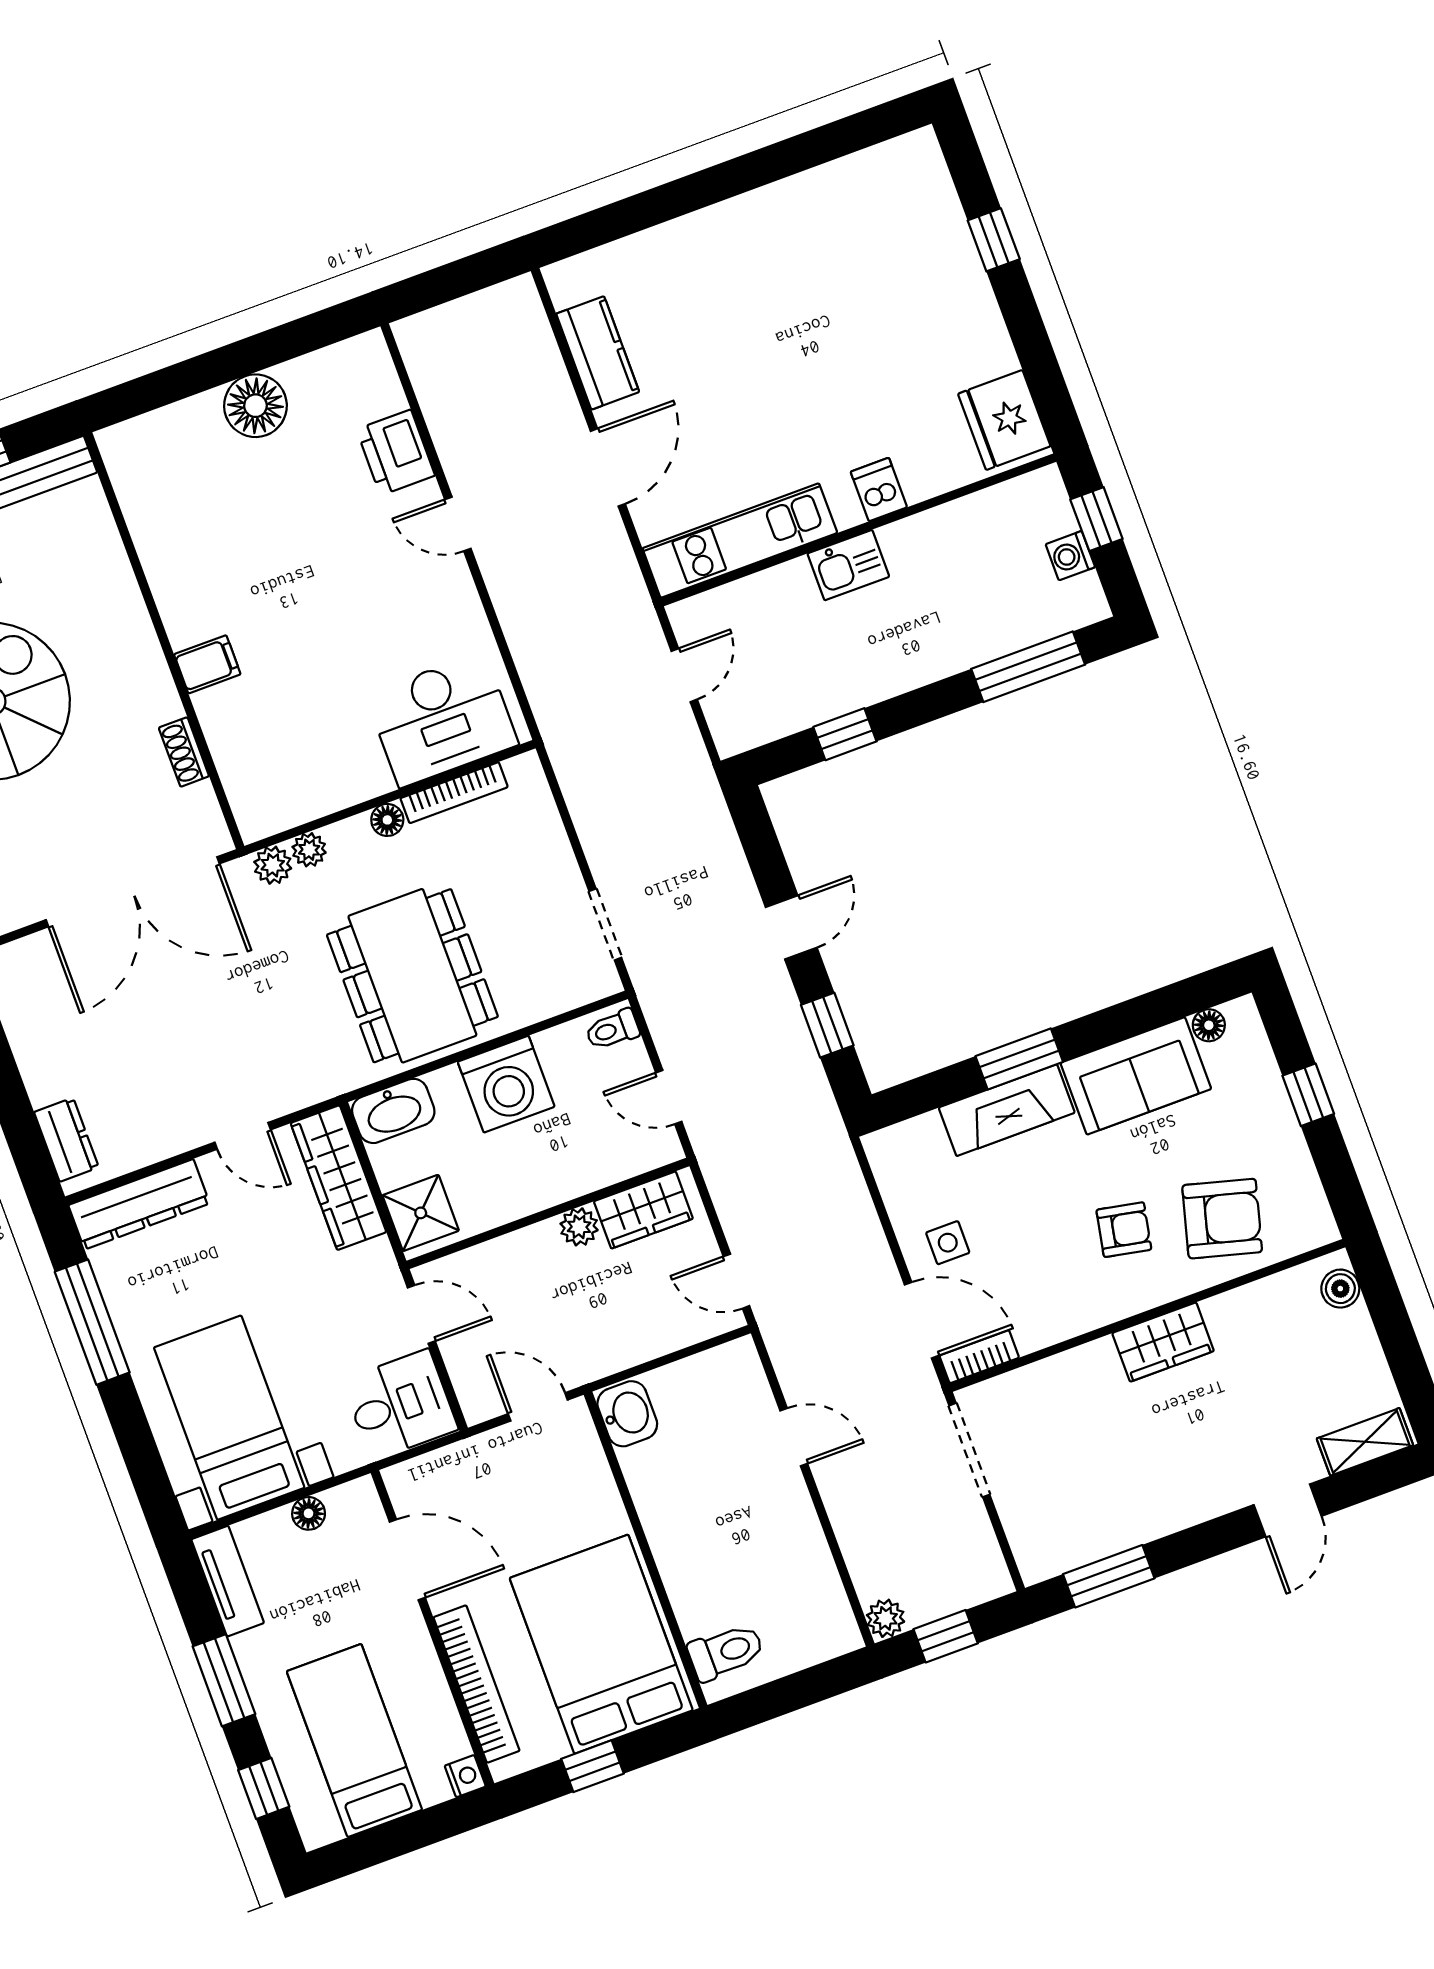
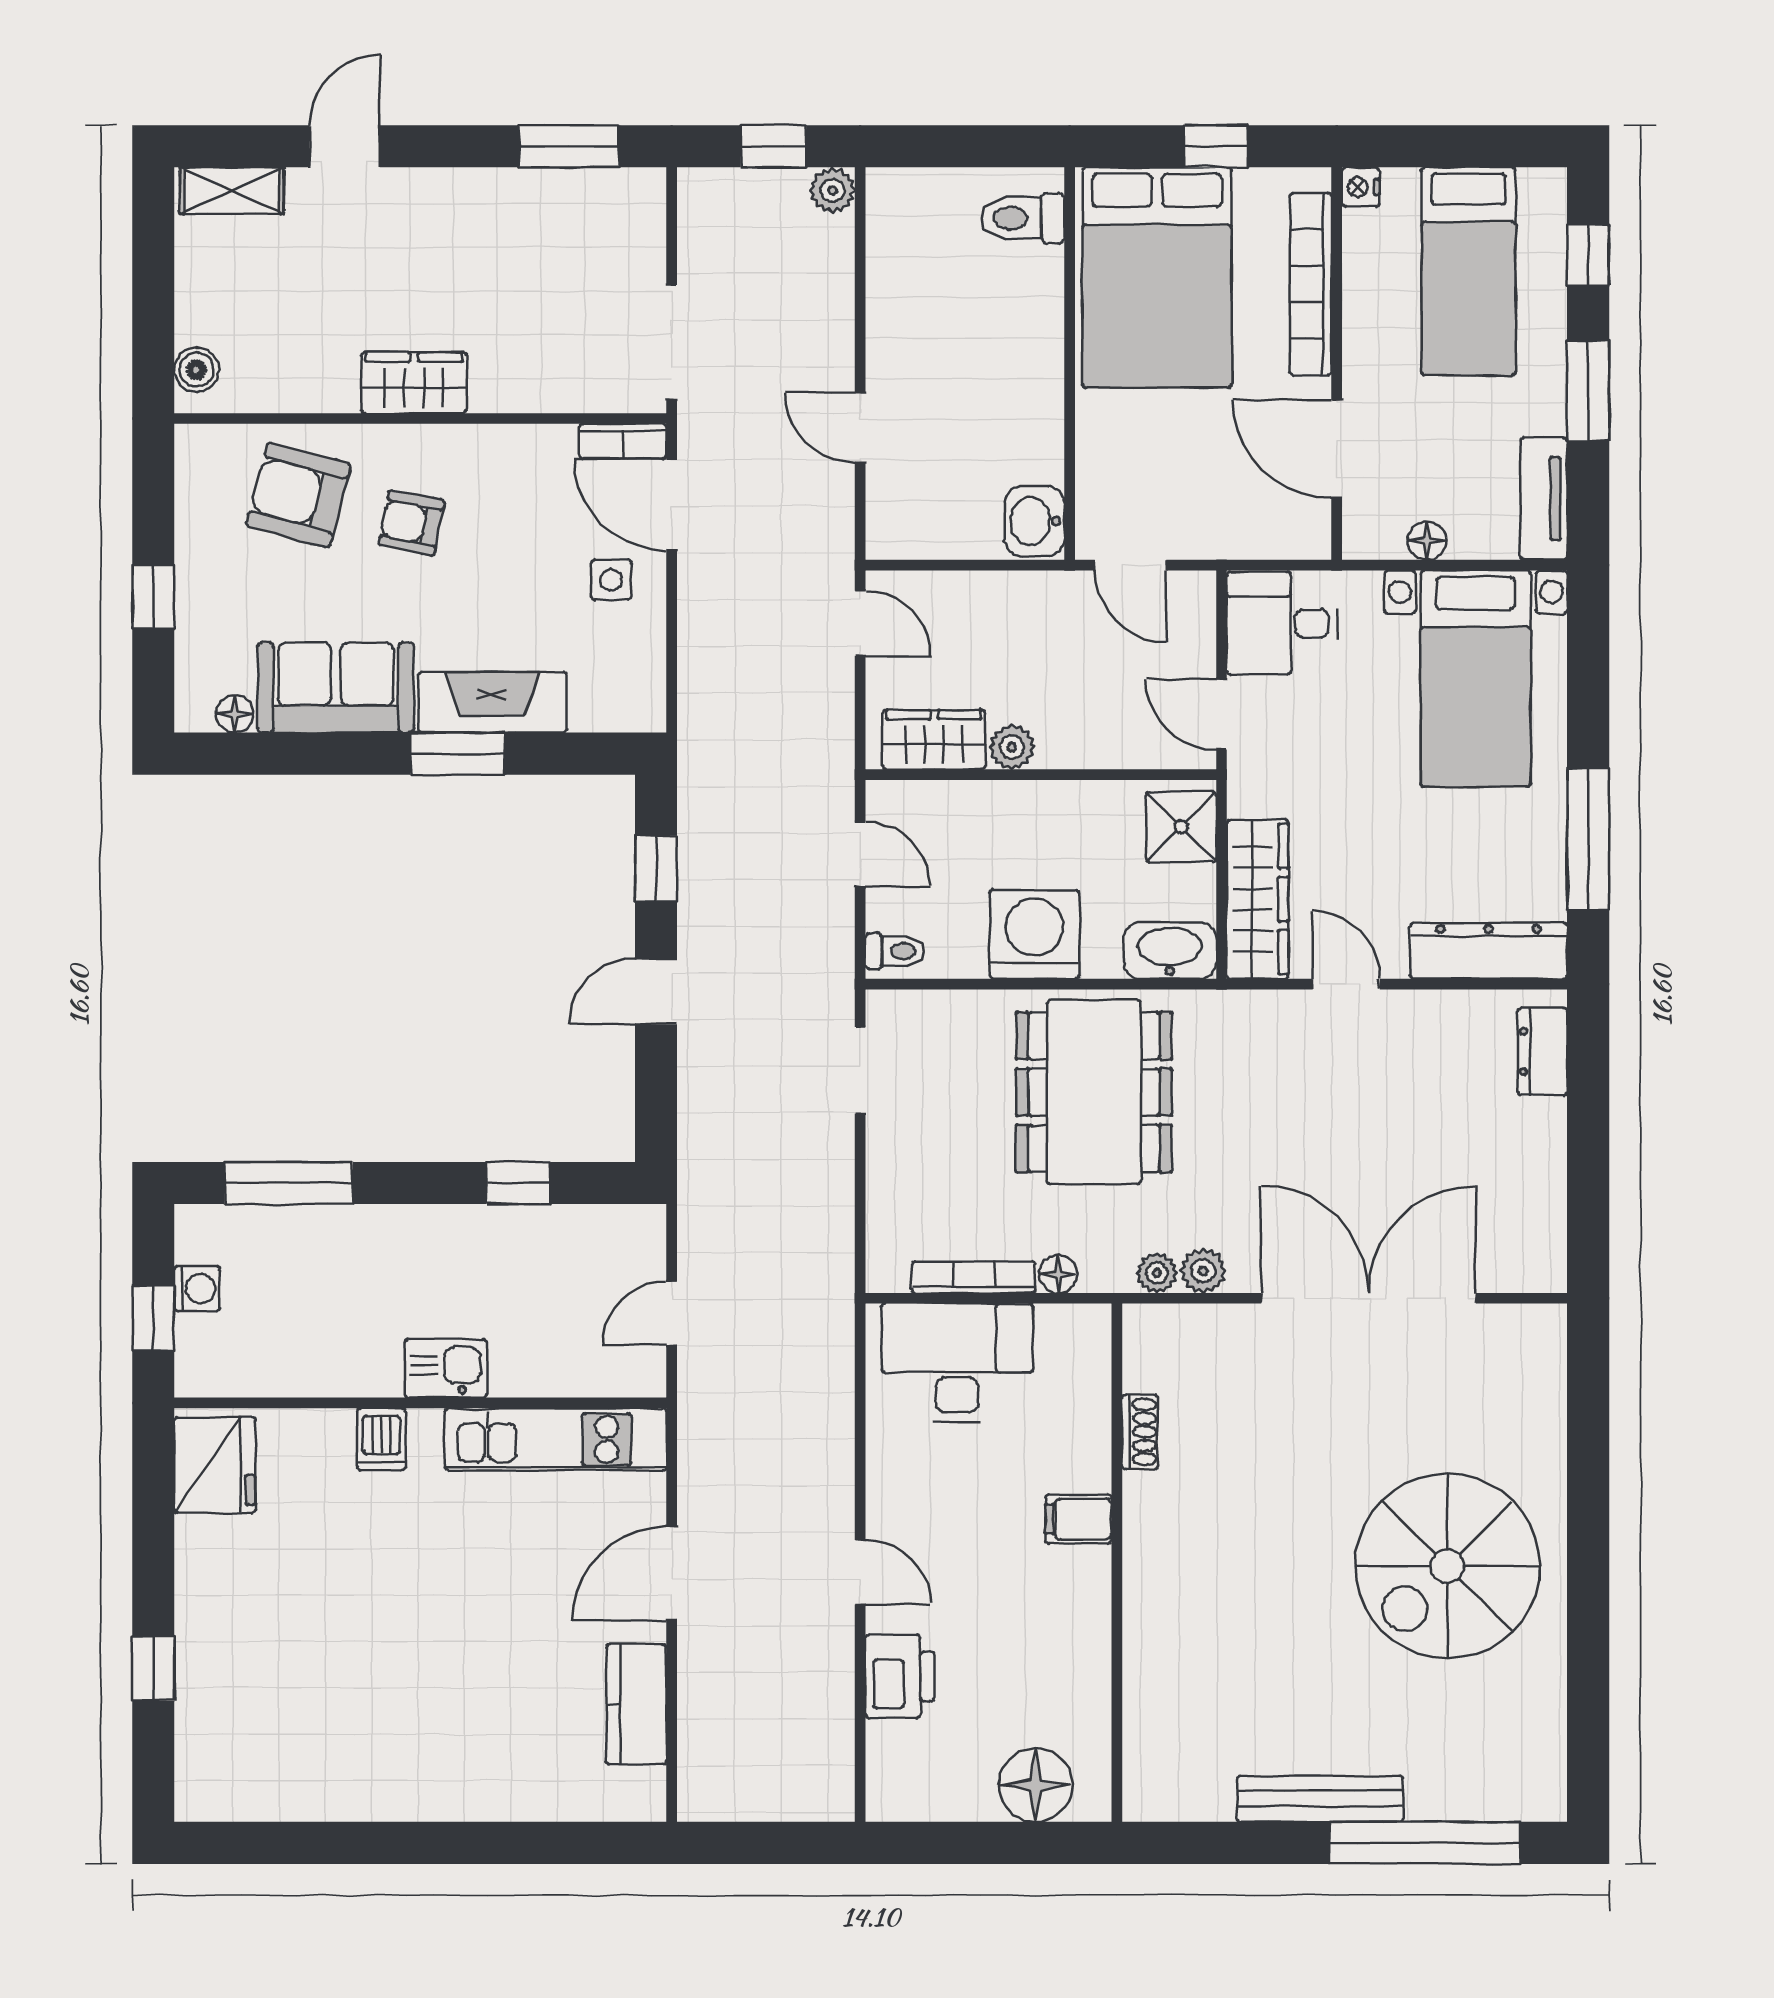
wall: (164, 641) -> (1117, 1563), moved
filing cabinet: (207, 664) -> (1079, 1519), moved
shoe rack: (184, 752) -> (1140, 1432), moved

